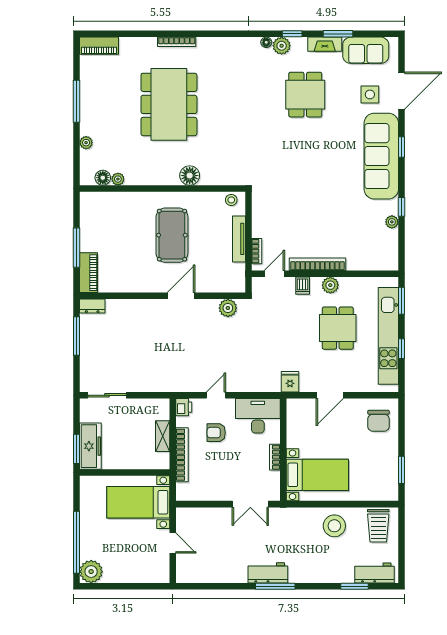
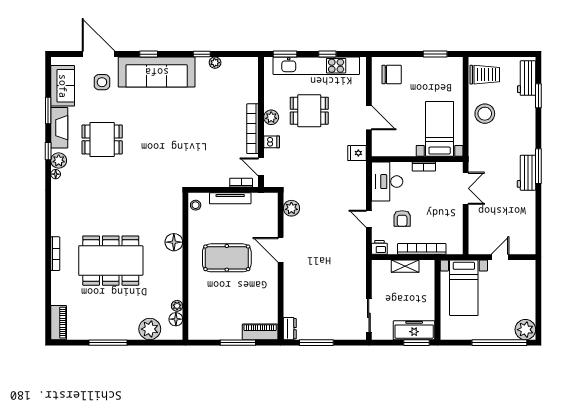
fireplace: (325, 44) -> (59, 128), width x1.37, depth x1.32
plant: (86, 143) -> (150, 329), width x1.88, depth x1.88

